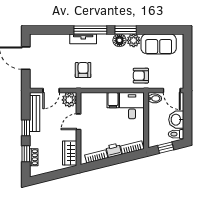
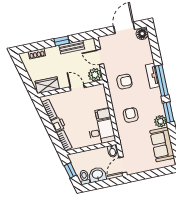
floor lamp: (119, 40) -> (142, 34), moved
armchair: (141, 76) -> (131, 115), moved
bench: (35, 114) -> (72, 47), width x0.73
window: (26, 154) -> (38, 46), removed

